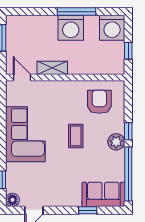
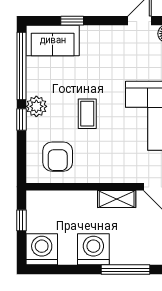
window: (76, 12) -> (125, 270), moved

